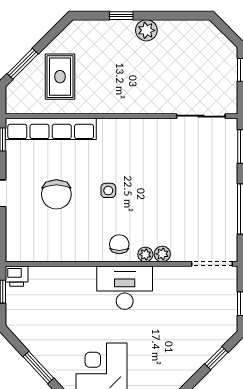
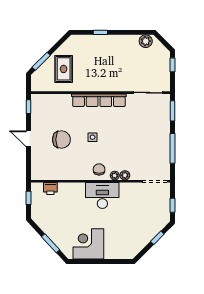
plant: (146, 30) -> (146, 41), moved
row of seats: (51, 129) -> (99, 100), moved
chair: (56, 194) -> (61, 140), turned -90
printer: (17, 276) -> (50, 189), moved

